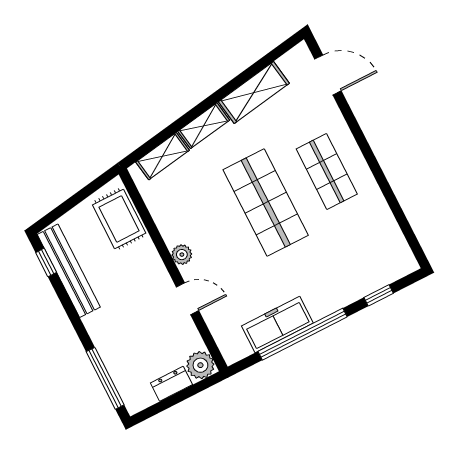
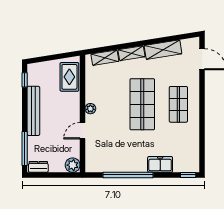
bench: (69, 271) -> (33, 111), moved
window: (379, 295) -> (188, 175), moved
door: (188, 299) -> (83, 131), swing flipped
freezer: (277, 324) -> (160, 164), moved, width x0.71
dresser: (171, 384) -> (38, 167), moved

